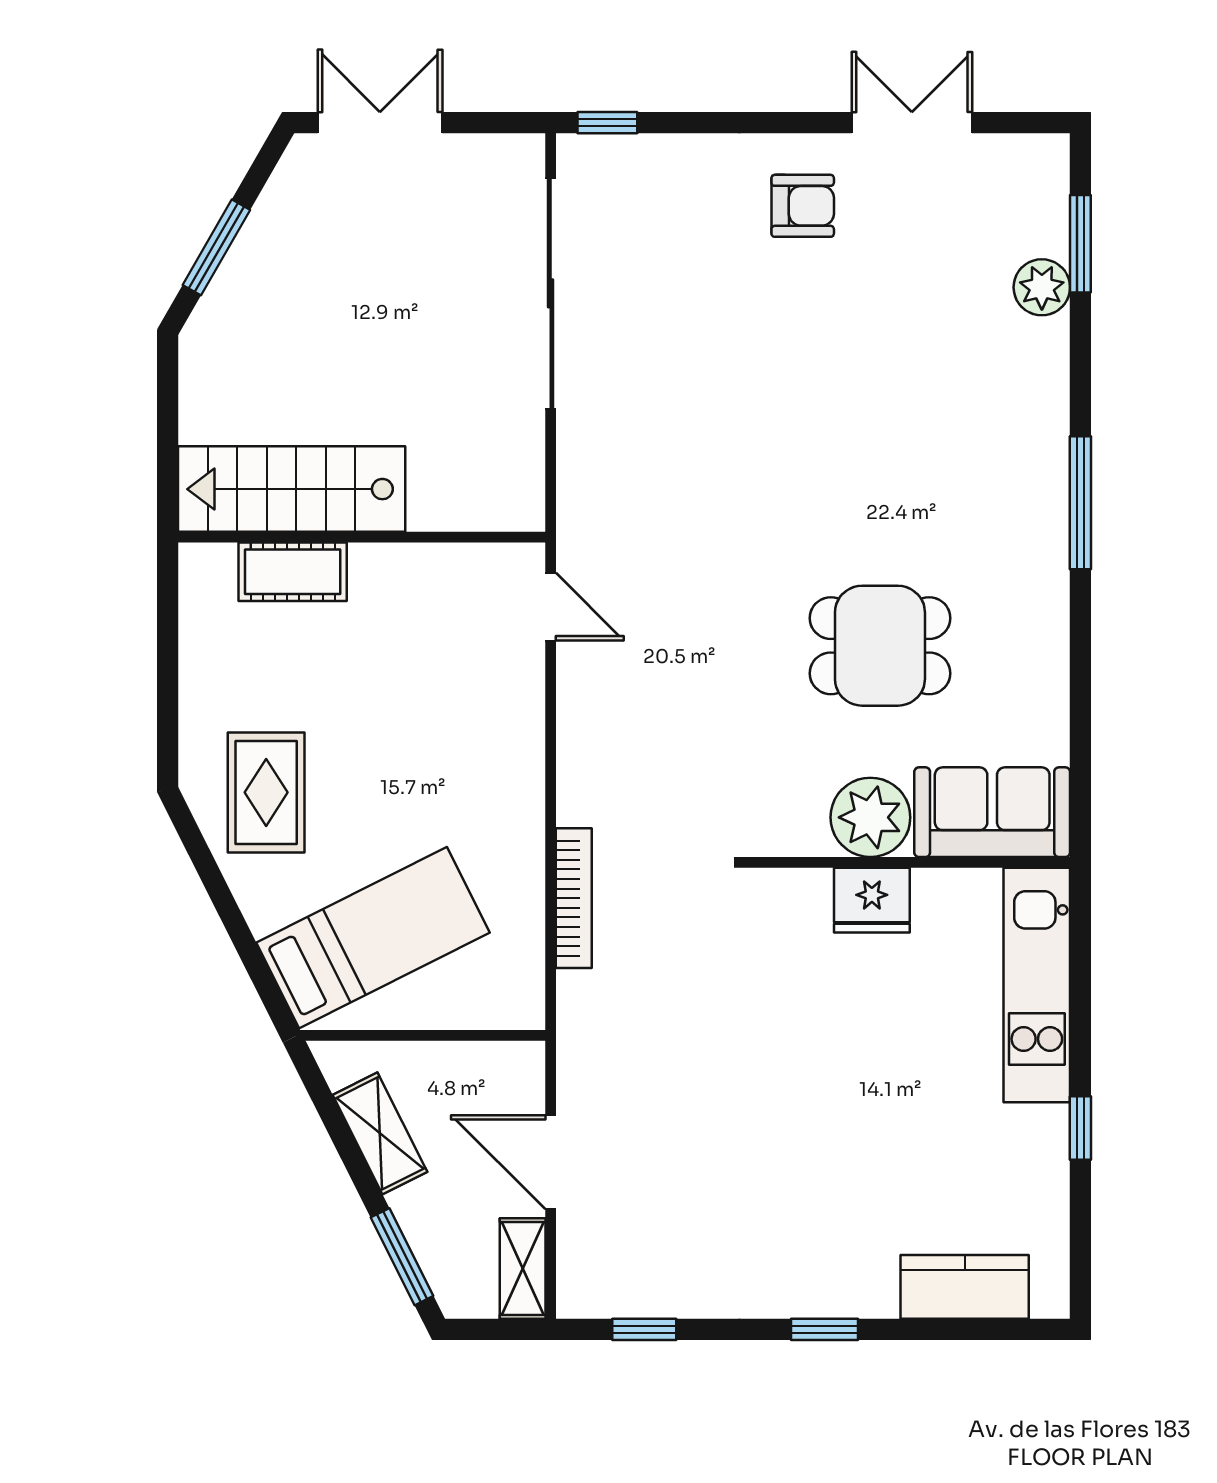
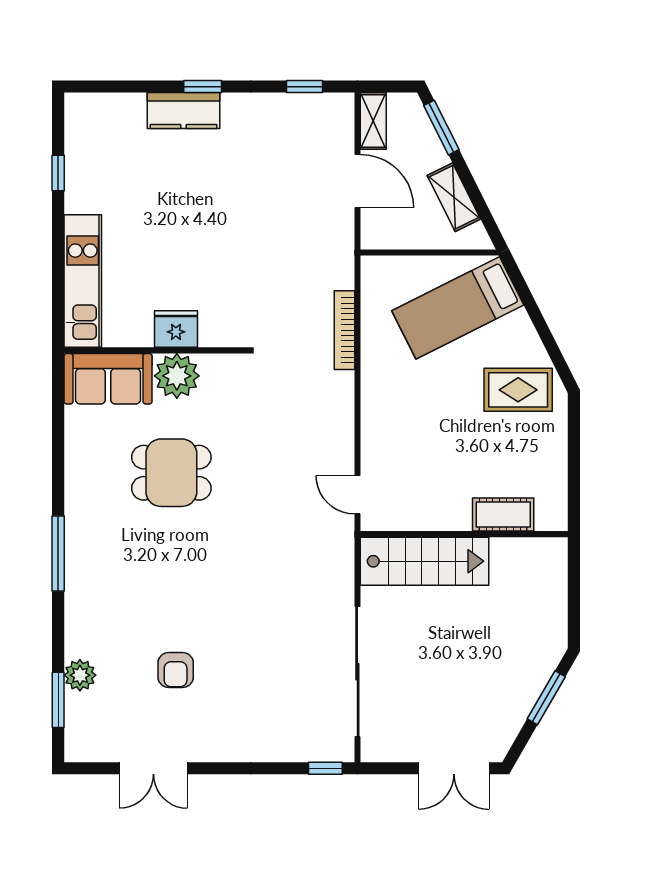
armchair: (803, 206) -> (176, 670), moved, turned -90
stairs: (292, 489) -> (425, 561), moved
rug: (266, 792) -> (518, 390), turned 90
window: (1080, 1128) -> (58, 173), moved
kitchen counter: (965, 1287) -> (184, 111), moved

